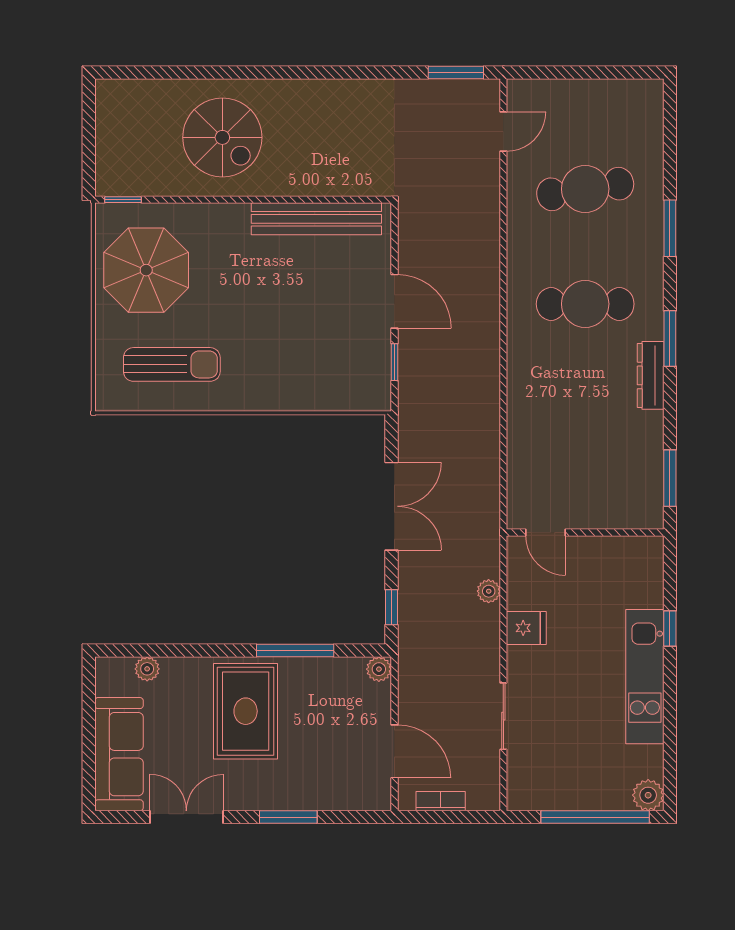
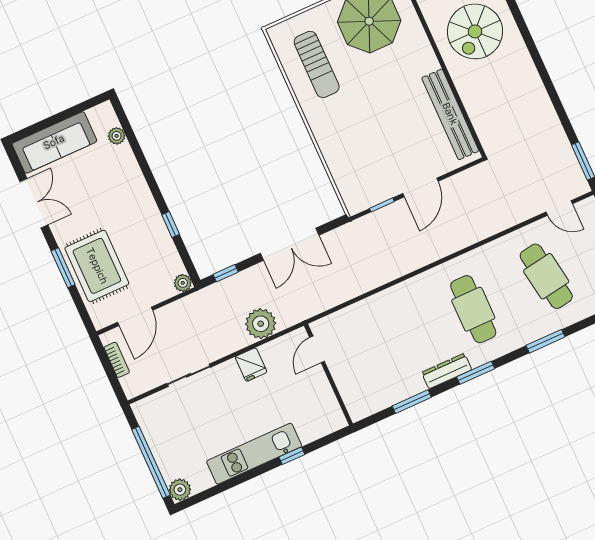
window: (670, 478) -> (412, 402), moved
plant: (489, 591) -> (261, 324), width x1.88, depth x1.88
window: (295, 651) -> (171, 224), width x0.46
rug: (246, 711) -> (97, 266), moved, turned 90

